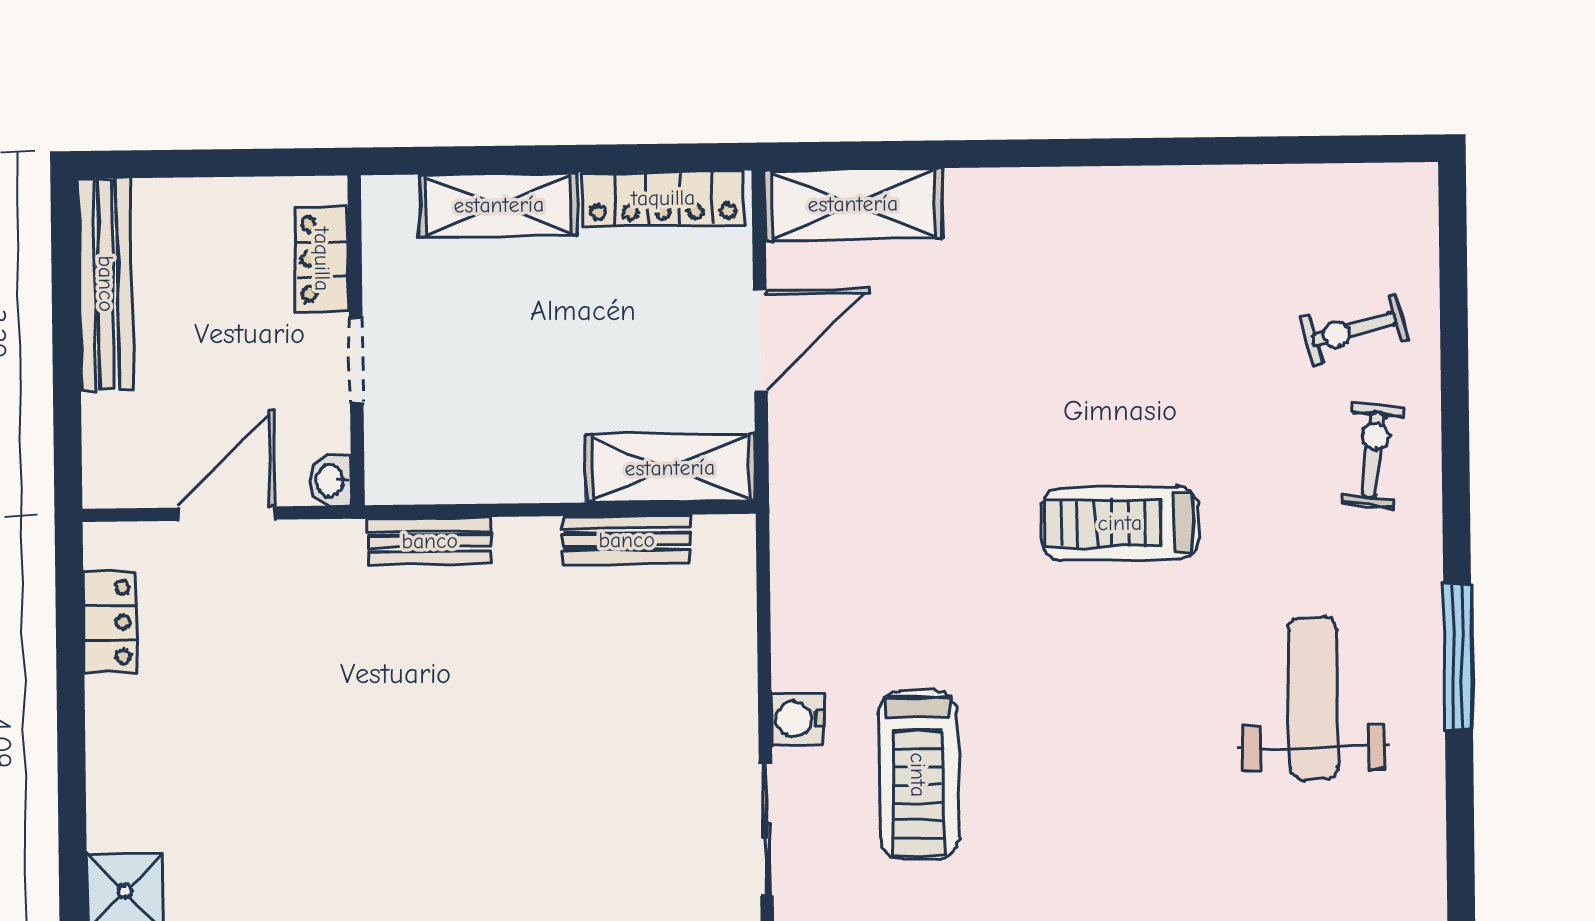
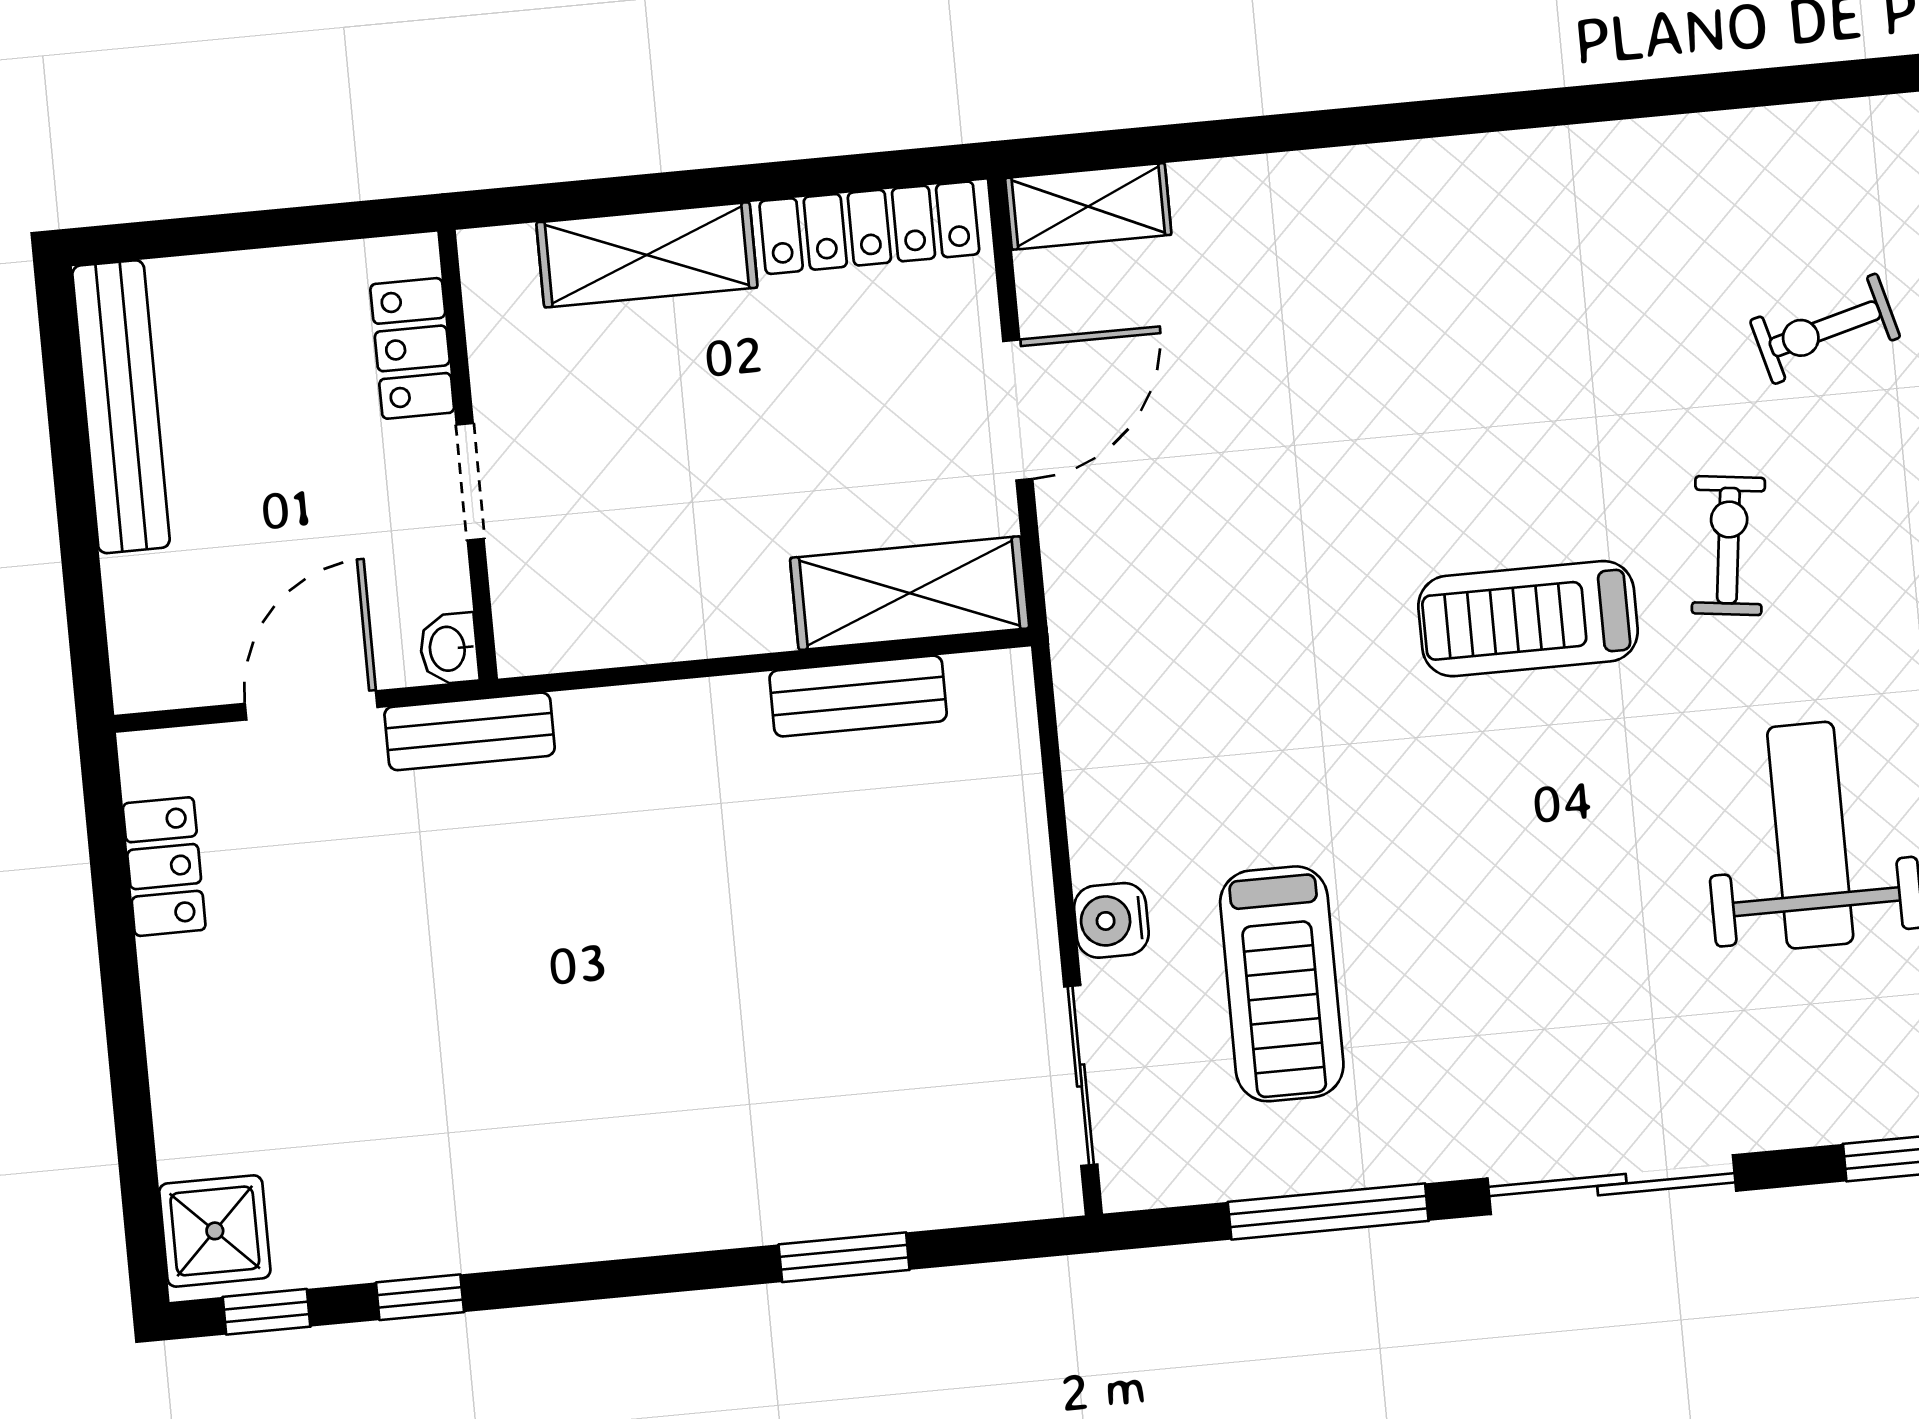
shelving: (853, 204) -> (1088, 206), width x0.67, depth x0.75
exercise bike: (1373, 455) -> (1728, 546), moved
bench: (430, 541) -> (470, 731), moved

